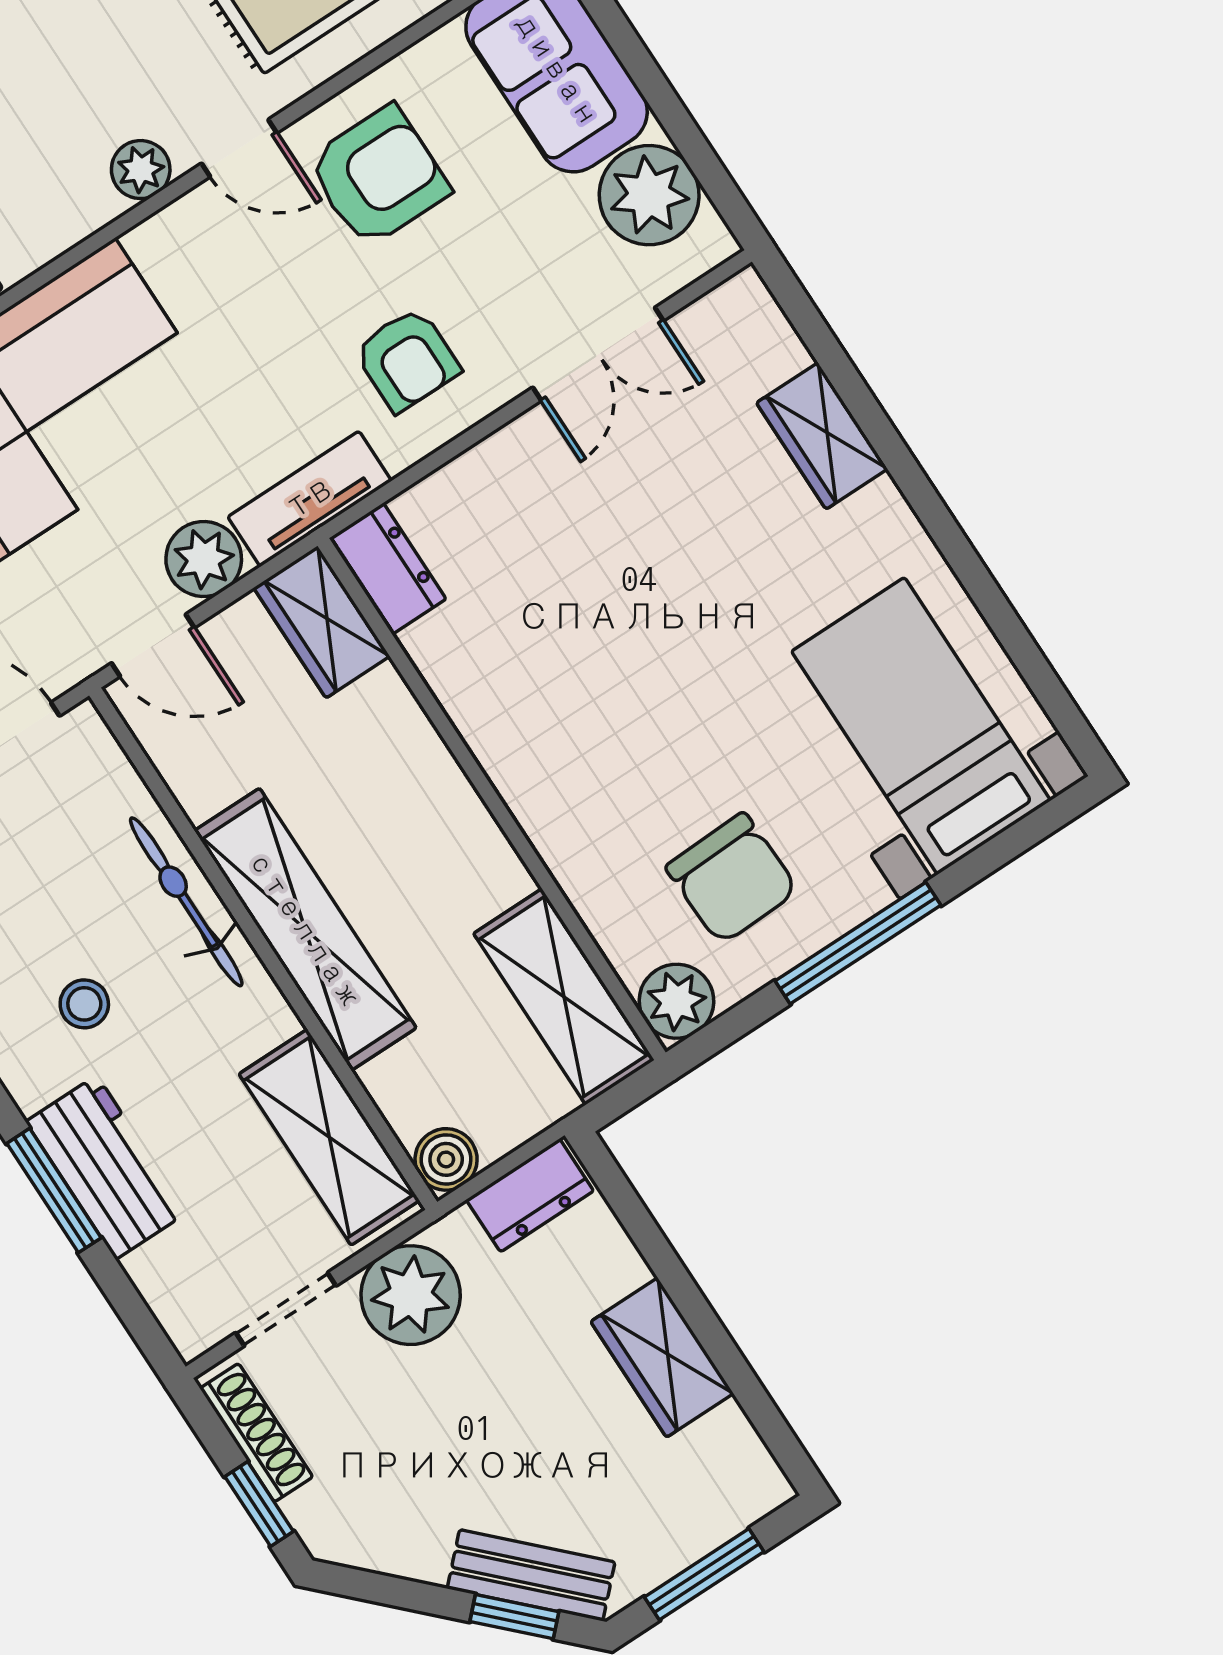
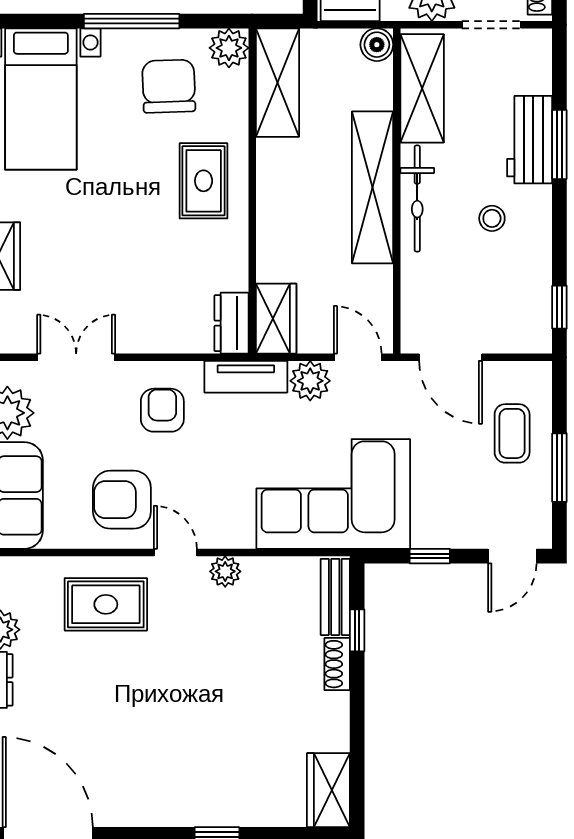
rug: (579, 765) -> (204, 181), added
bicycle: (186, 902) -> (417, 199), moved

